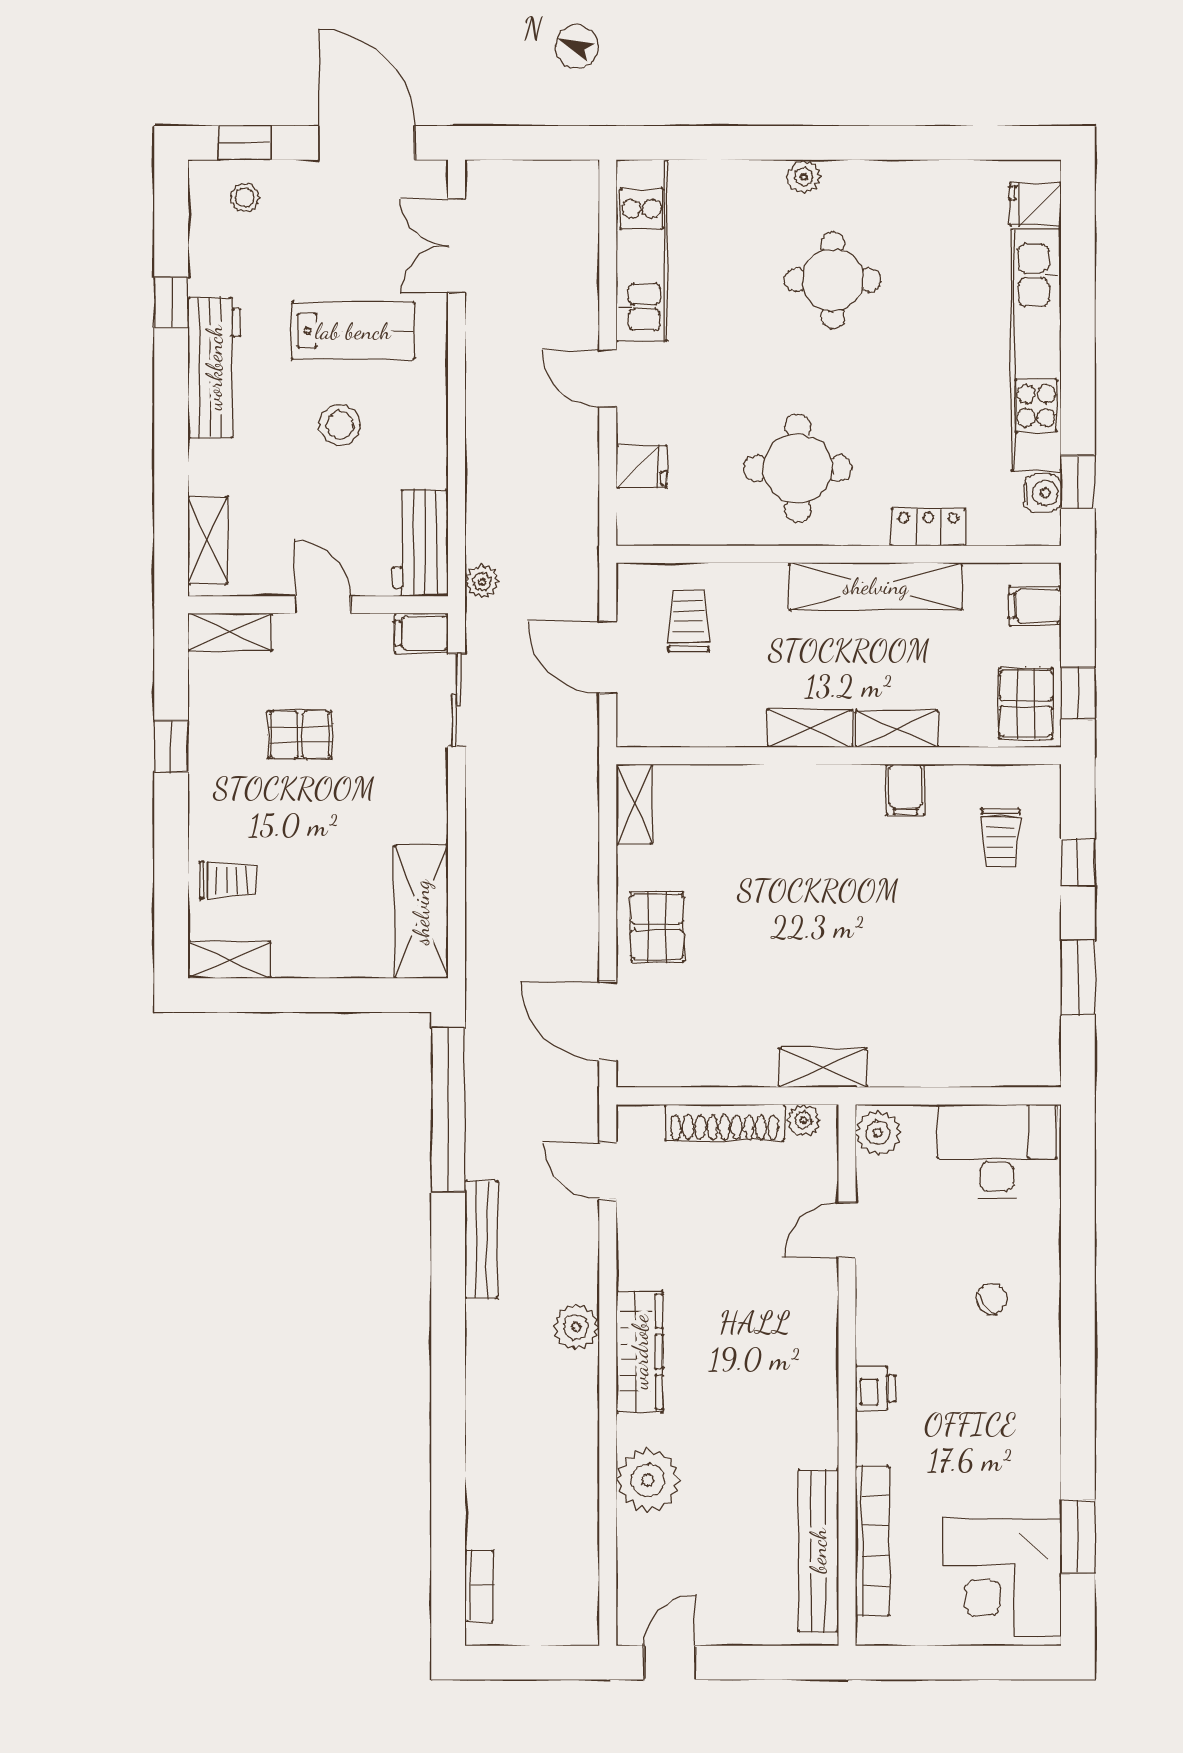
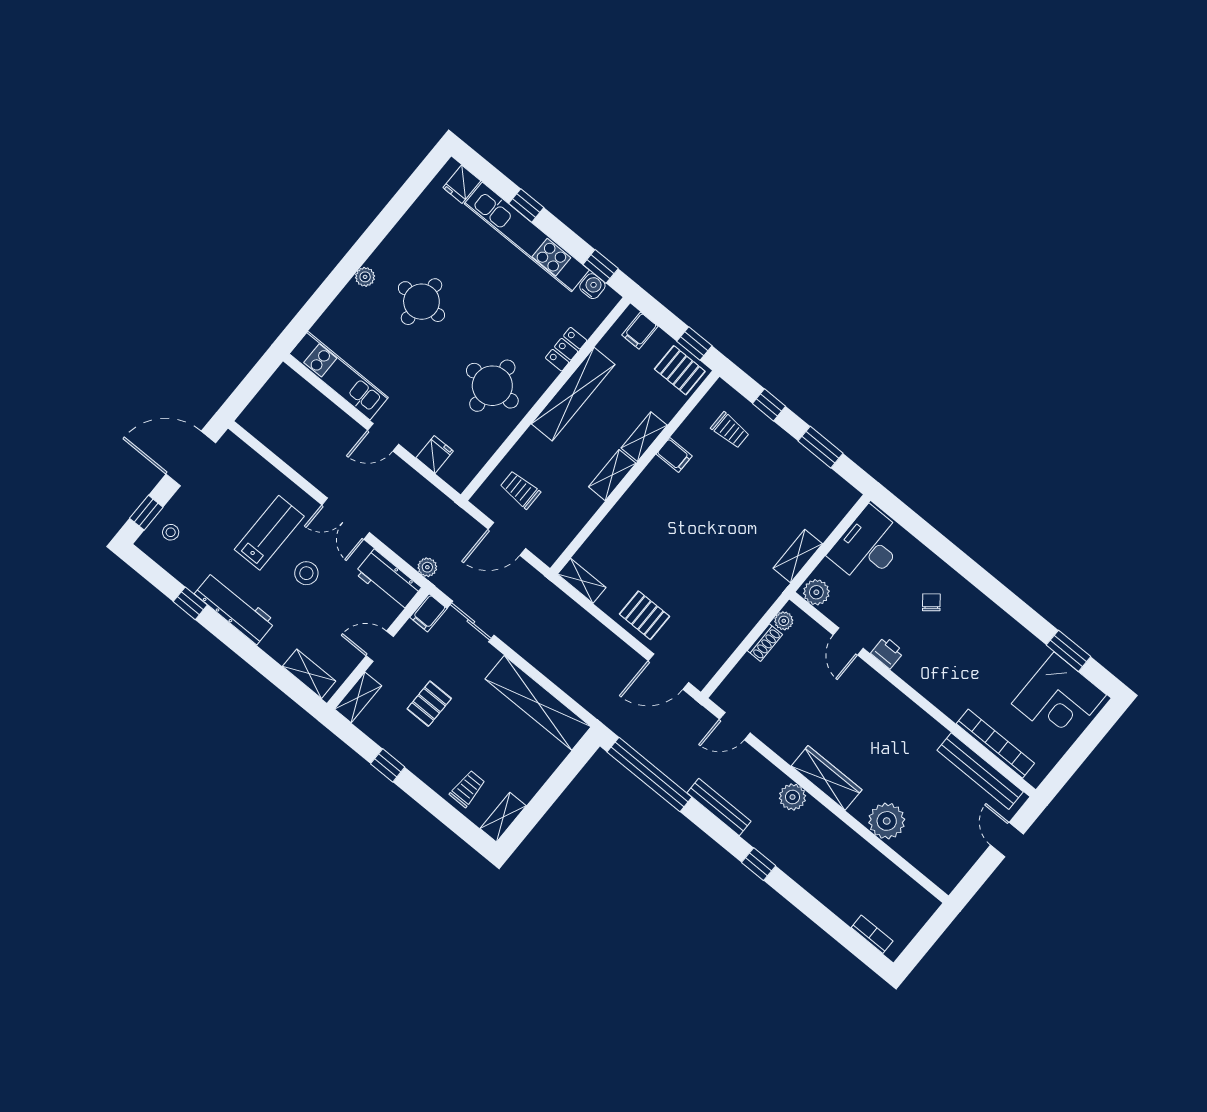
double door: (457, 246) -> (346, 519), moved
window: (1078, 315) -> (526, 205), added
shelving: (421, 912) -> (538, 703), width x1.47
shelving: (823, 1068) -> (798, 556), moved
shoe rack: (725, 1123) -> (765, 643), width x0.51, depth x0.81
window: (448, 1355) -> (759, 864), added
printer: (875, 1388) -> (887, 653), moved
door: (670, 1663) -> (1007, 840), moved

